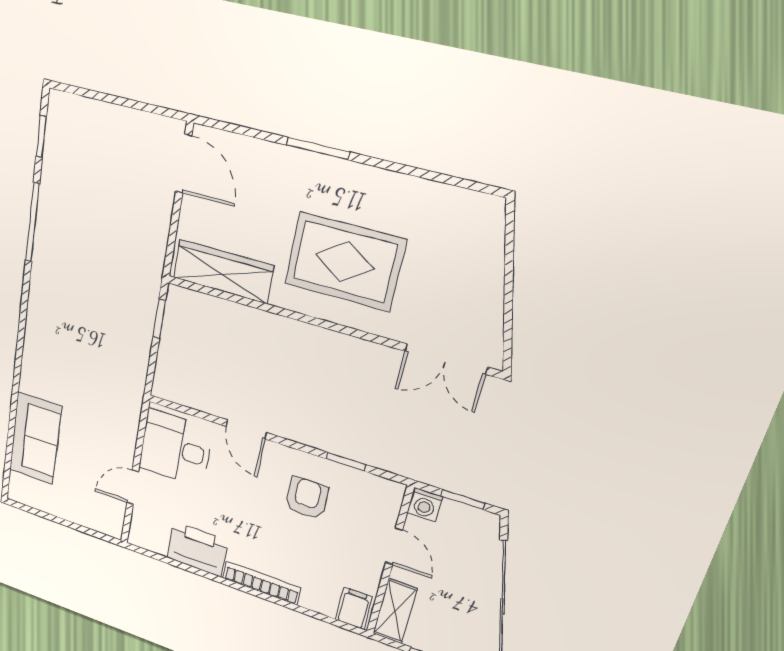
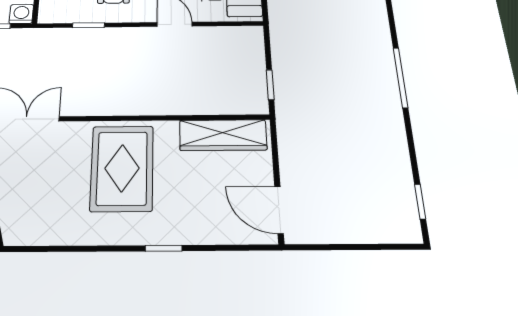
window: (318, 148) -> (164, 248), width x0.67
window: (32, 222) -> (401, 77), moved
rug: (344, 262) -> (122, 168), turned 90

